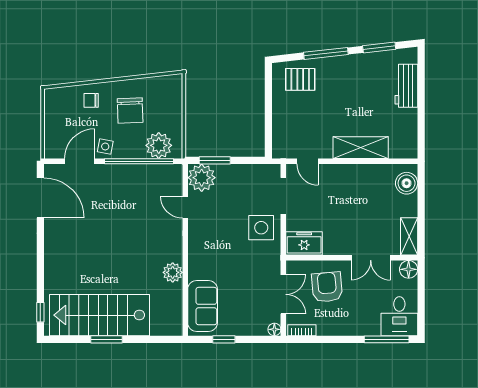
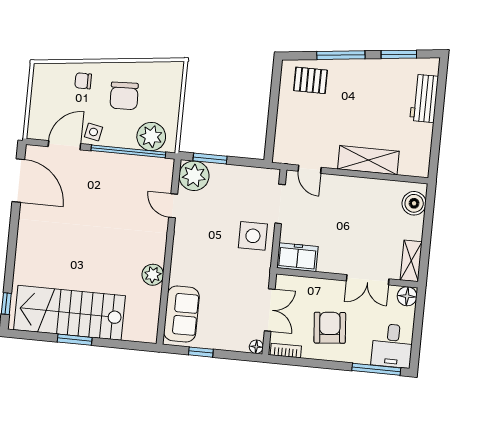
armchair: (327, 287) -> (330, 328), moved

